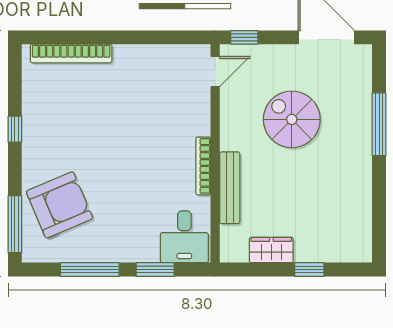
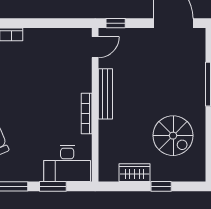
spiral stairs: (292, 119) -> (173, 136), moved, turned 180
bench: (230, 188) -> (105, 94), moved
desk: (184, 237) -> (67, 163), width x1.37

